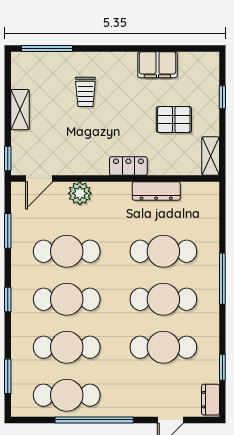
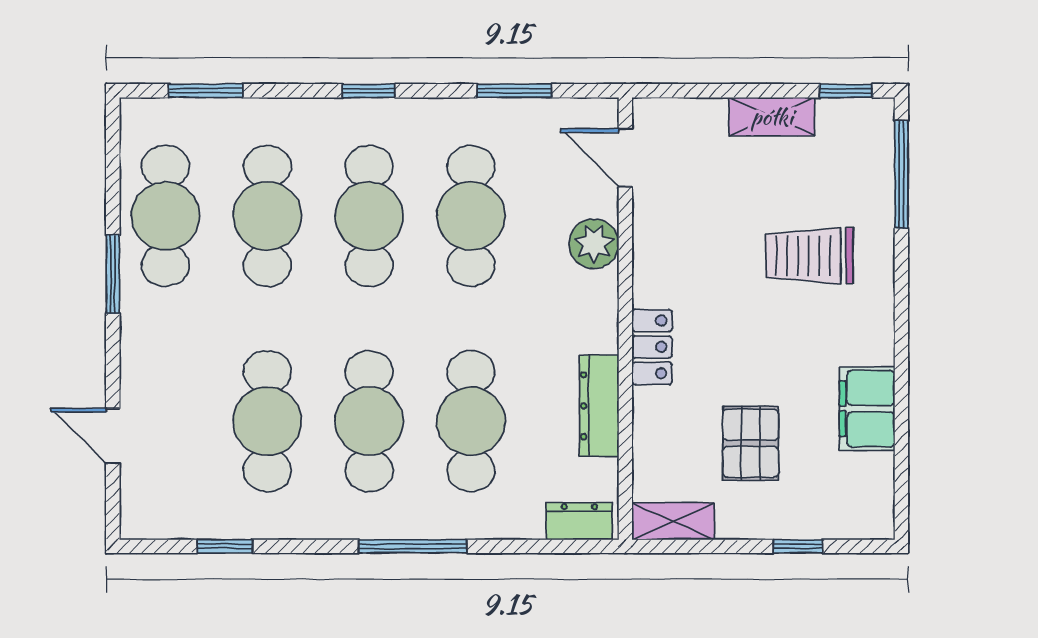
trolley: (85, 92) -> (809, 256), width x1.36, depth x1.39
window: (8, 159) -> (846, 91), moved
dresser: (210, 400) -> (579, 521), moved
window: (94, 420) -> (113, 274), width x0.47

